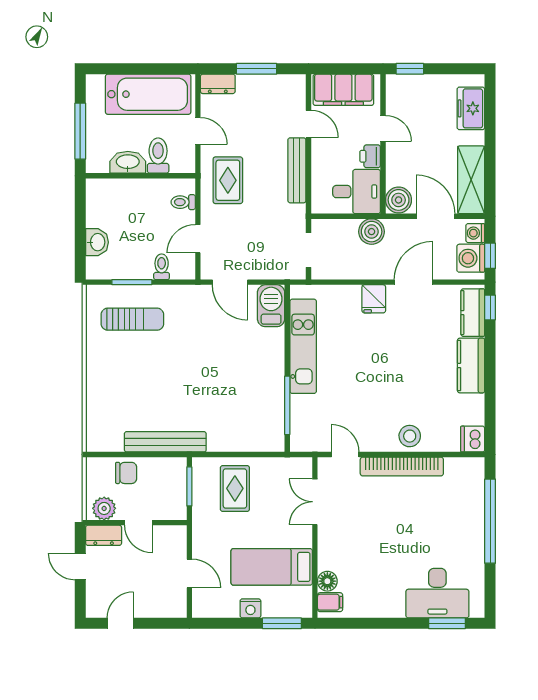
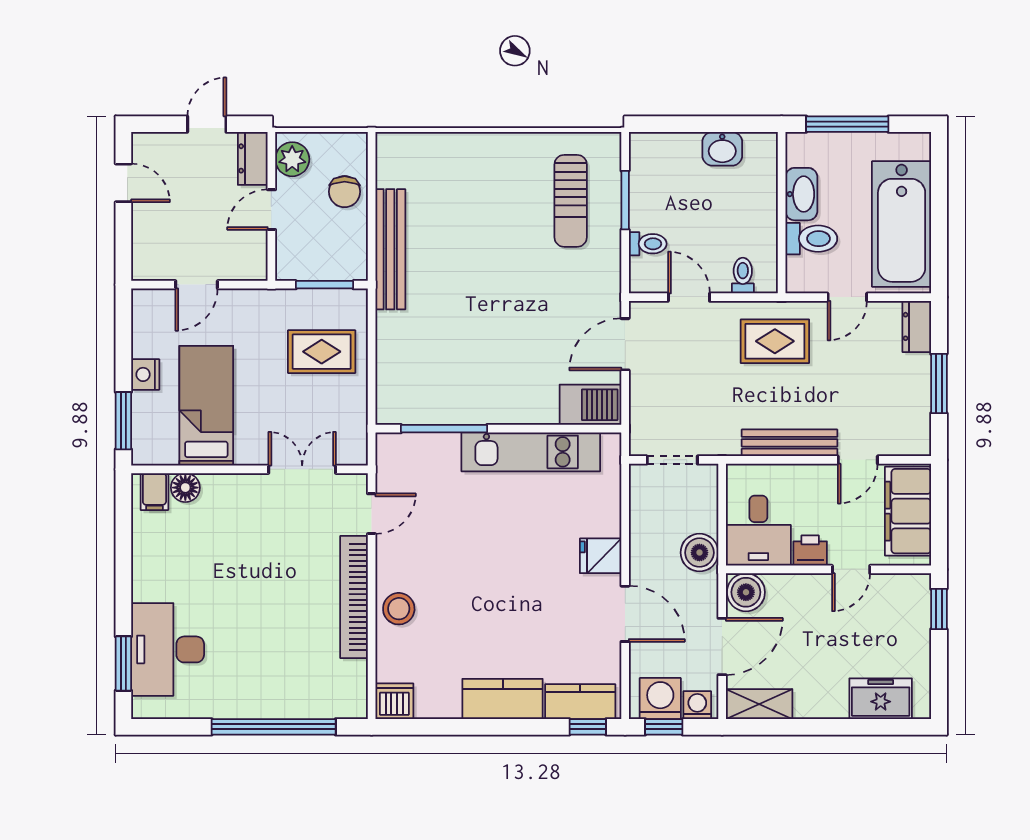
shelving: (471, 180) -> (759, 704), width x0.67, depth x0.75
washbasin: (97, 242) -> (722, 149), moved

